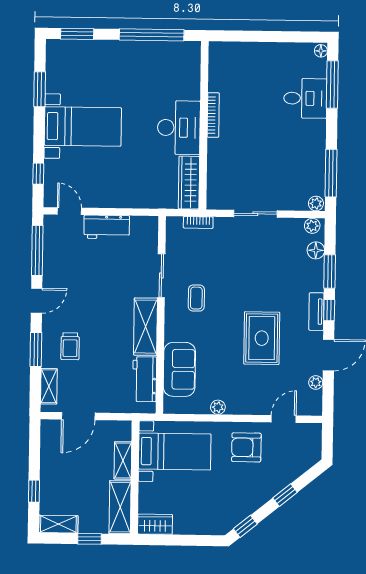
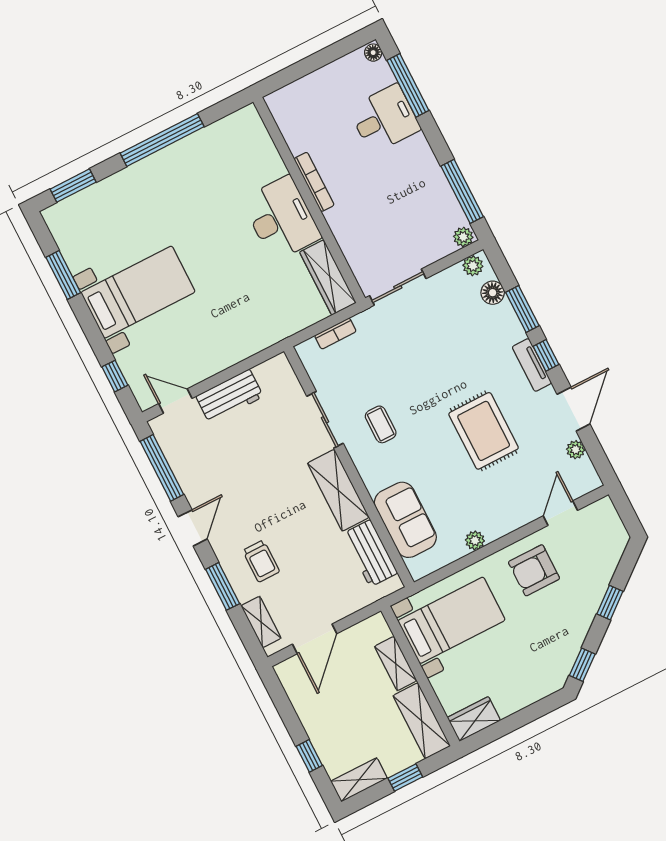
bookcase: (213, 115) -> (314, 182), moved
wall: (204, 125) -> (309, 200), moved
desk: (179, 128) -> (281, 218), moved
wardrobe: (189, 183) -> (328, 277), moved

